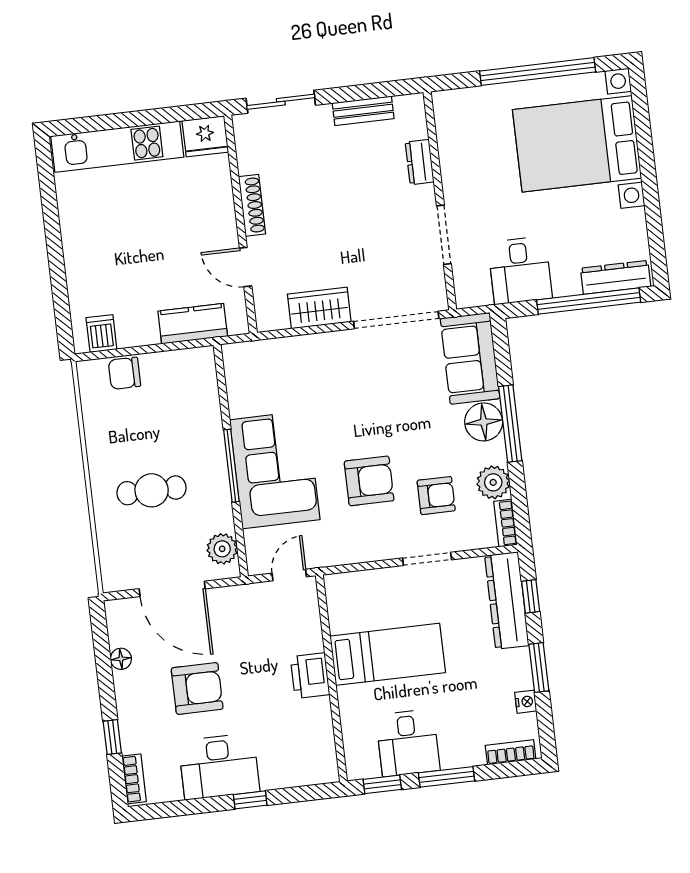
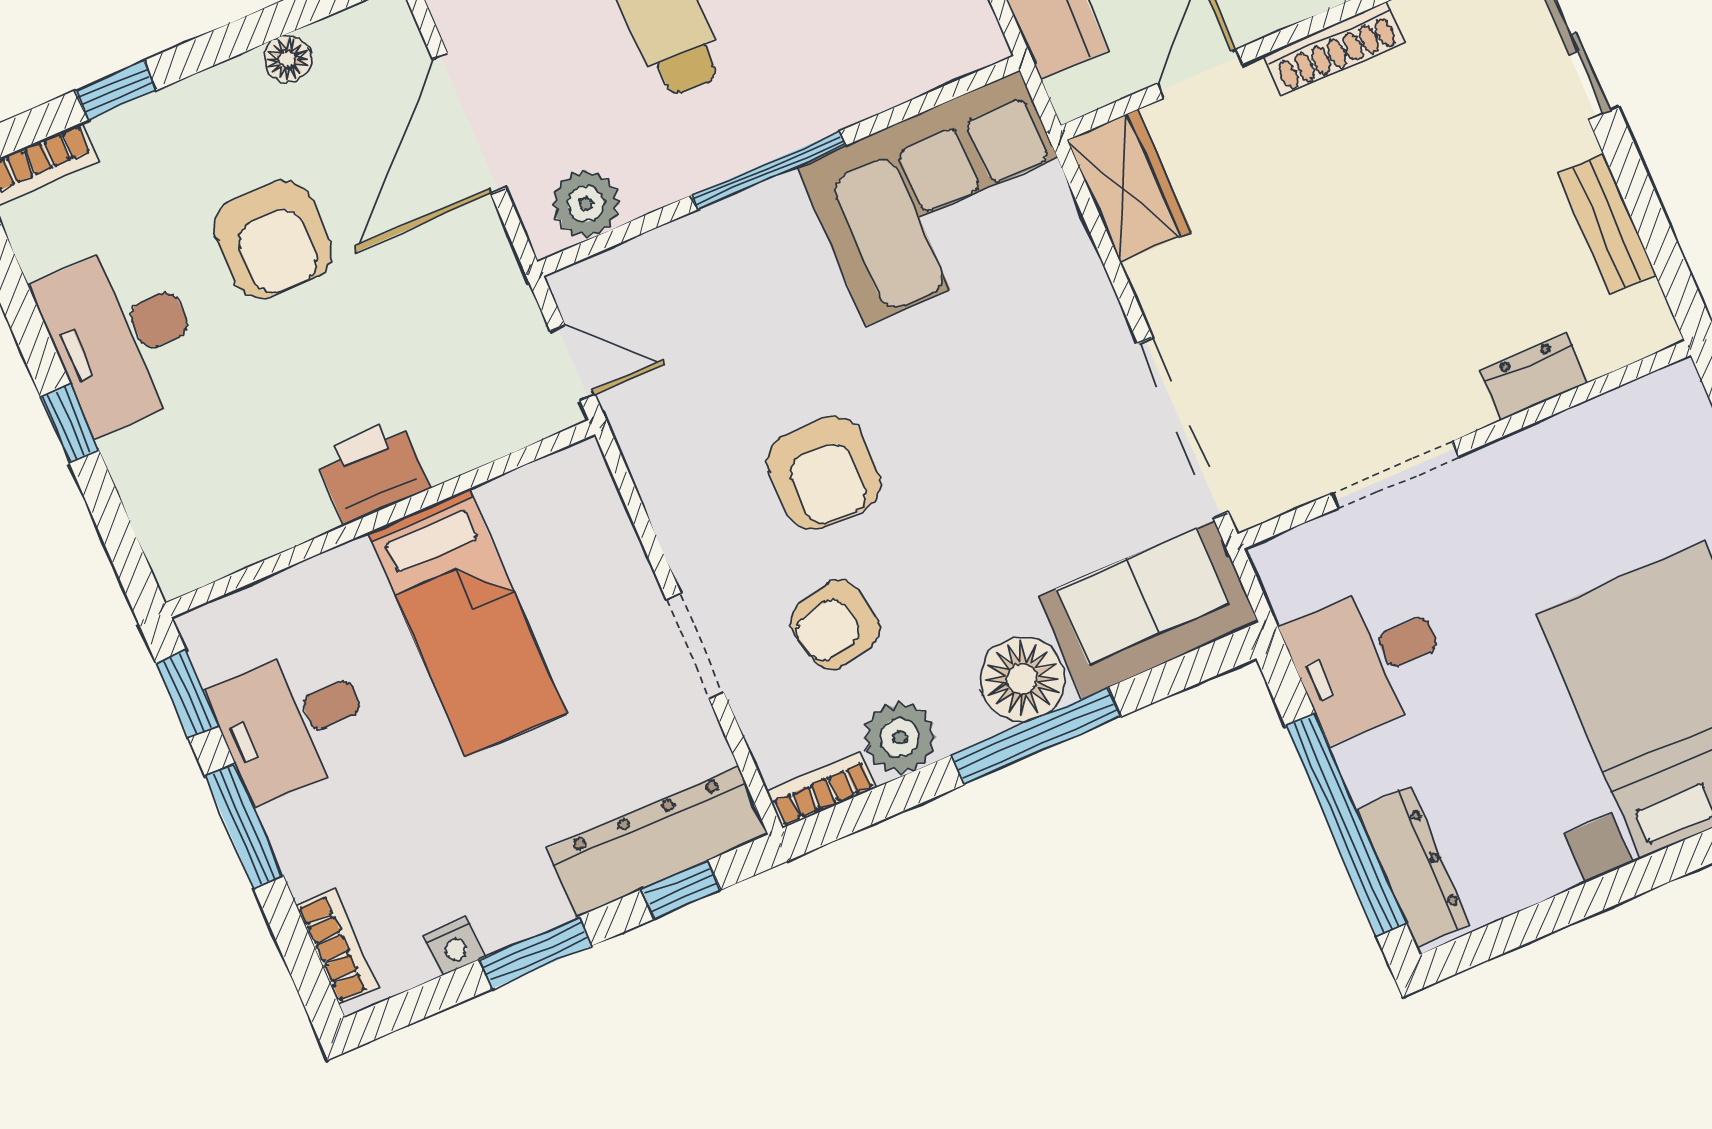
wardrobe: (319, 308) -> (1129, 186), moved
corner sofa: (275, 470) -> (943, 198), moved
armchair: (436, 496) -> (835, 625), turned 77

